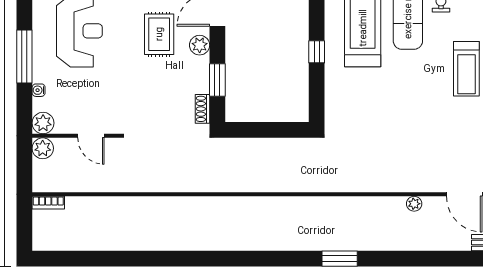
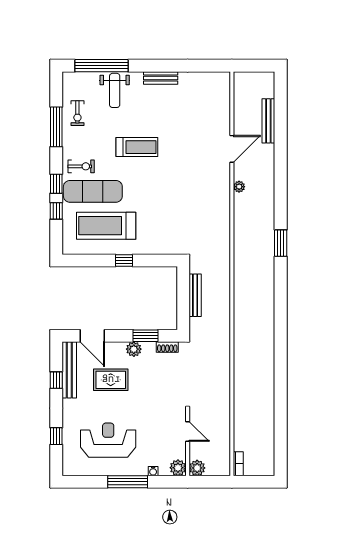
plant: (200, 45) -> (134, 349), moved
door: (91, 136) -> (188, 432), hinge flipped
bench: (271, 146) -> (195, 295), added

